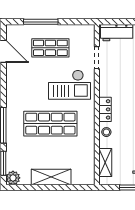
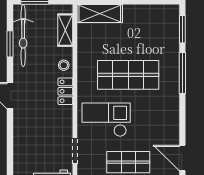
shelving: (51, 177) -> (100, 13), moved
plant: (13, 178) -> (171, 12), removed

